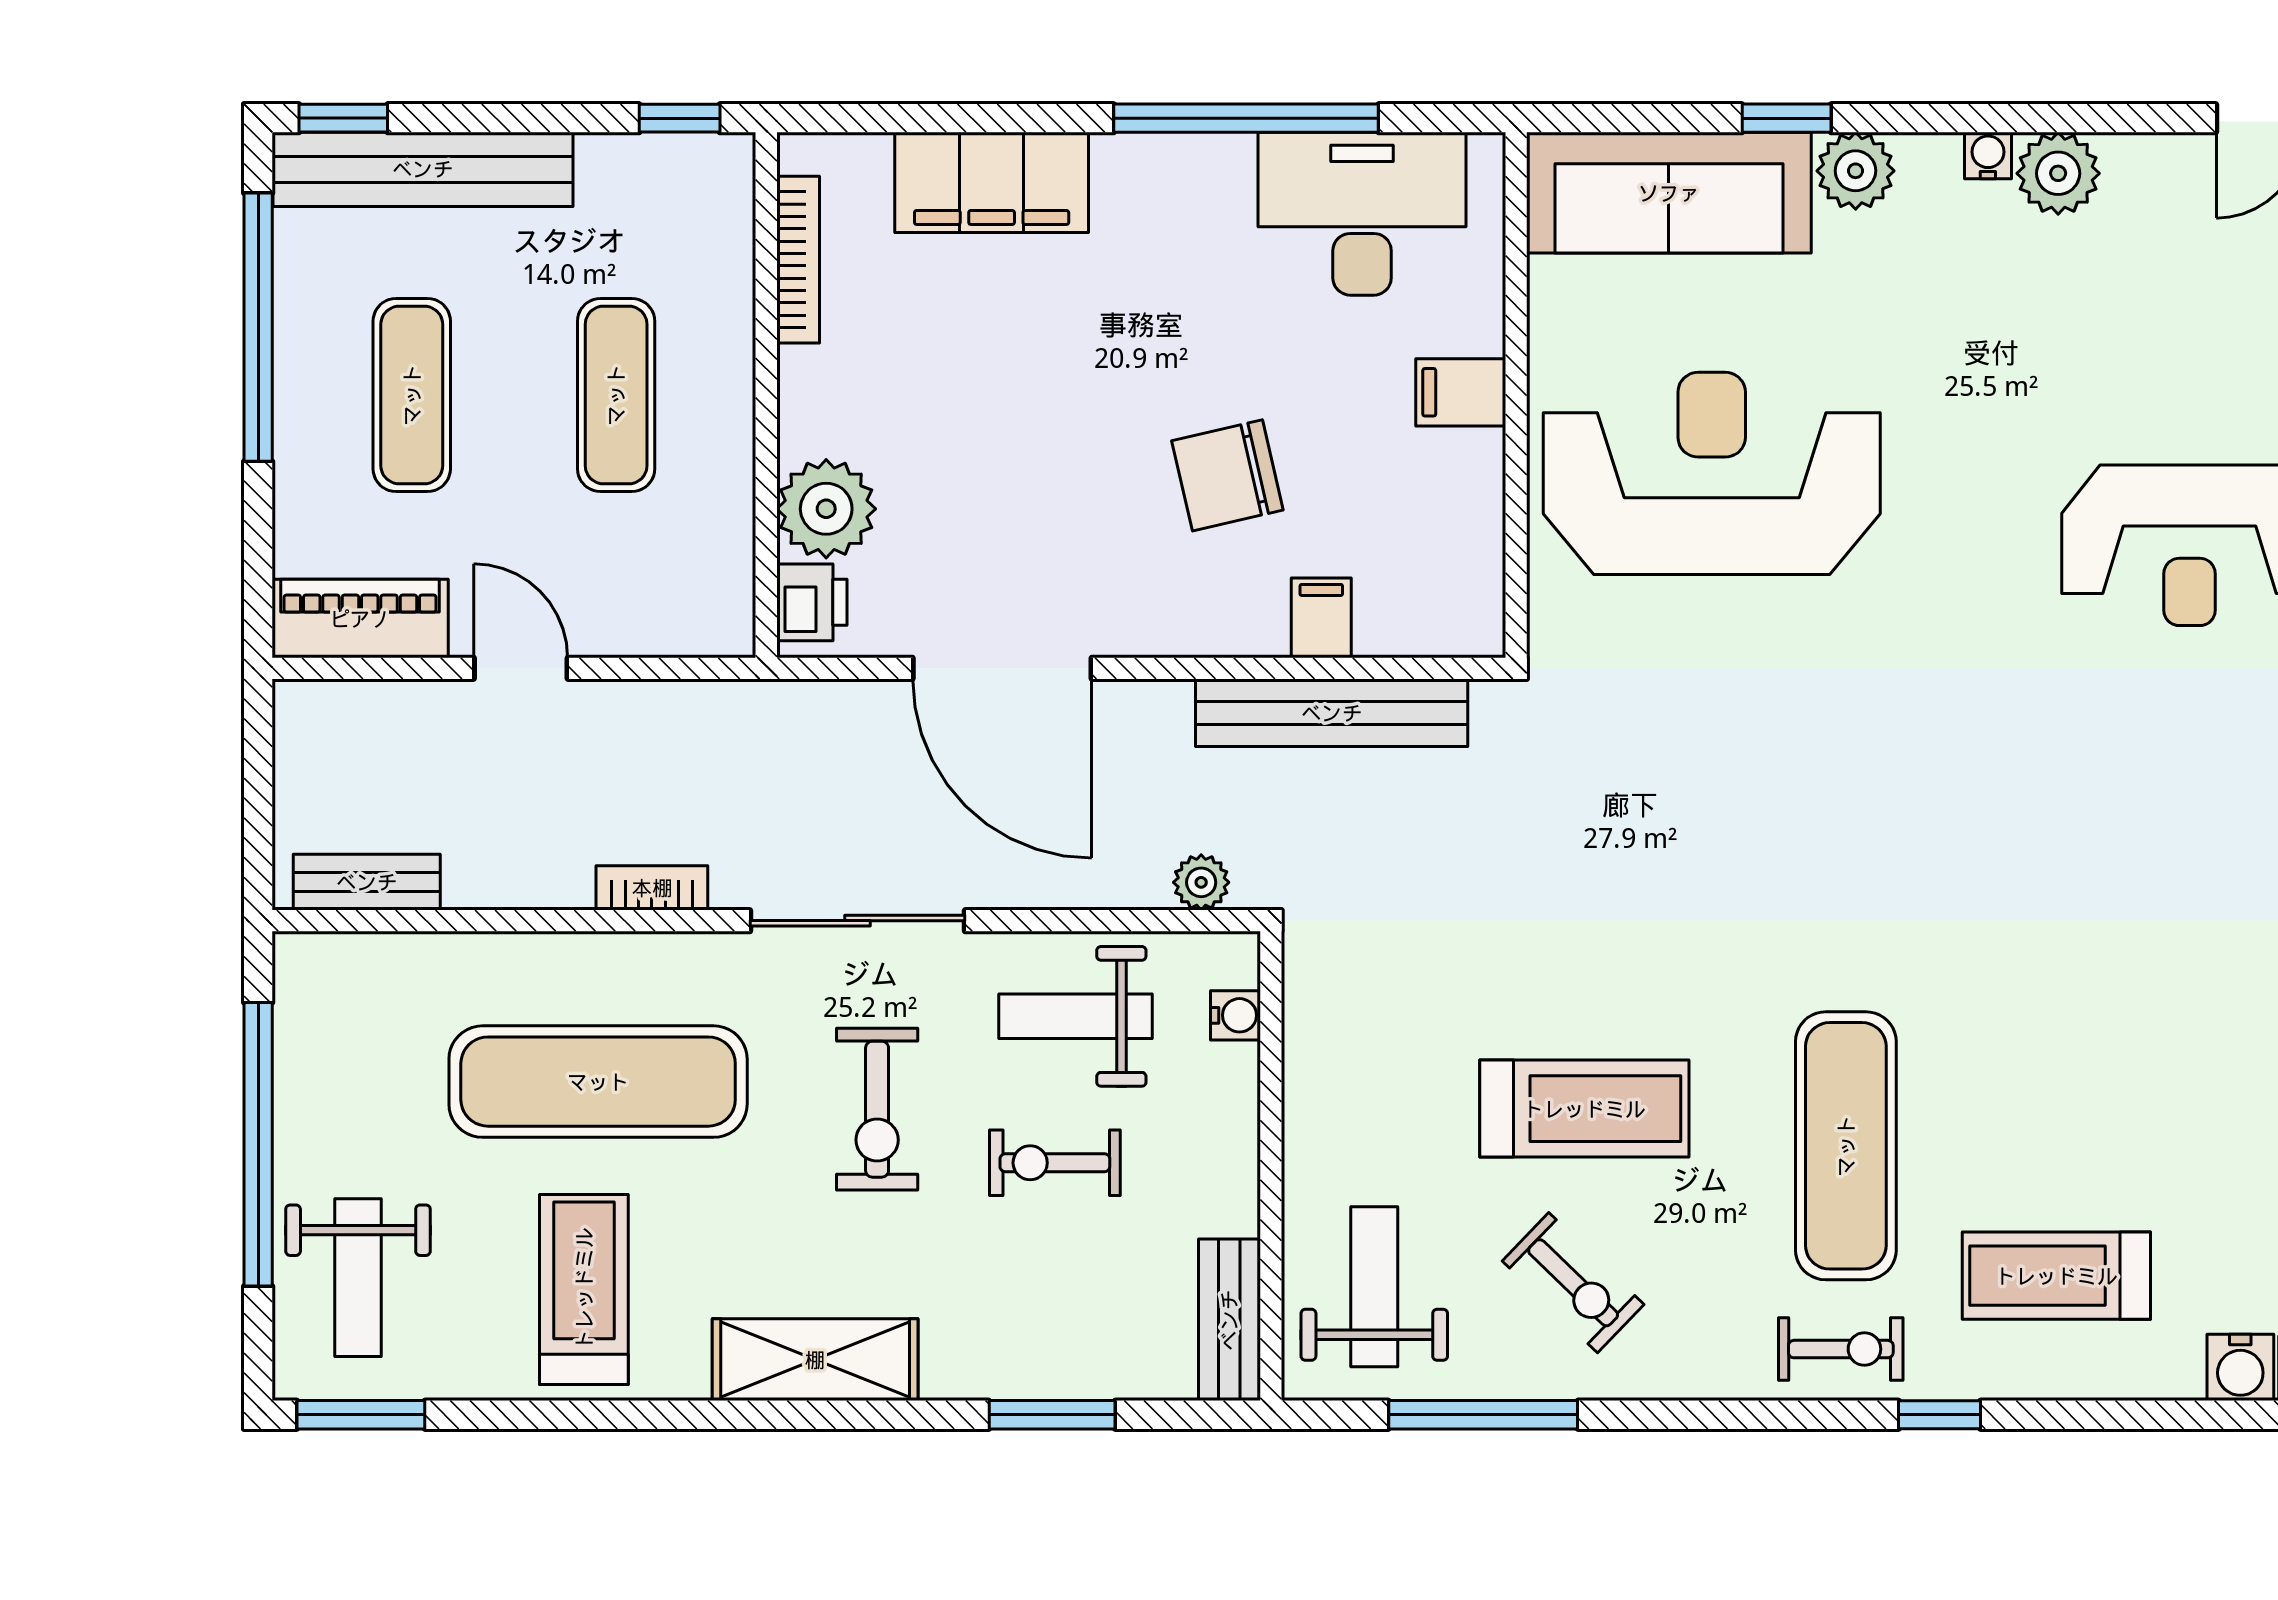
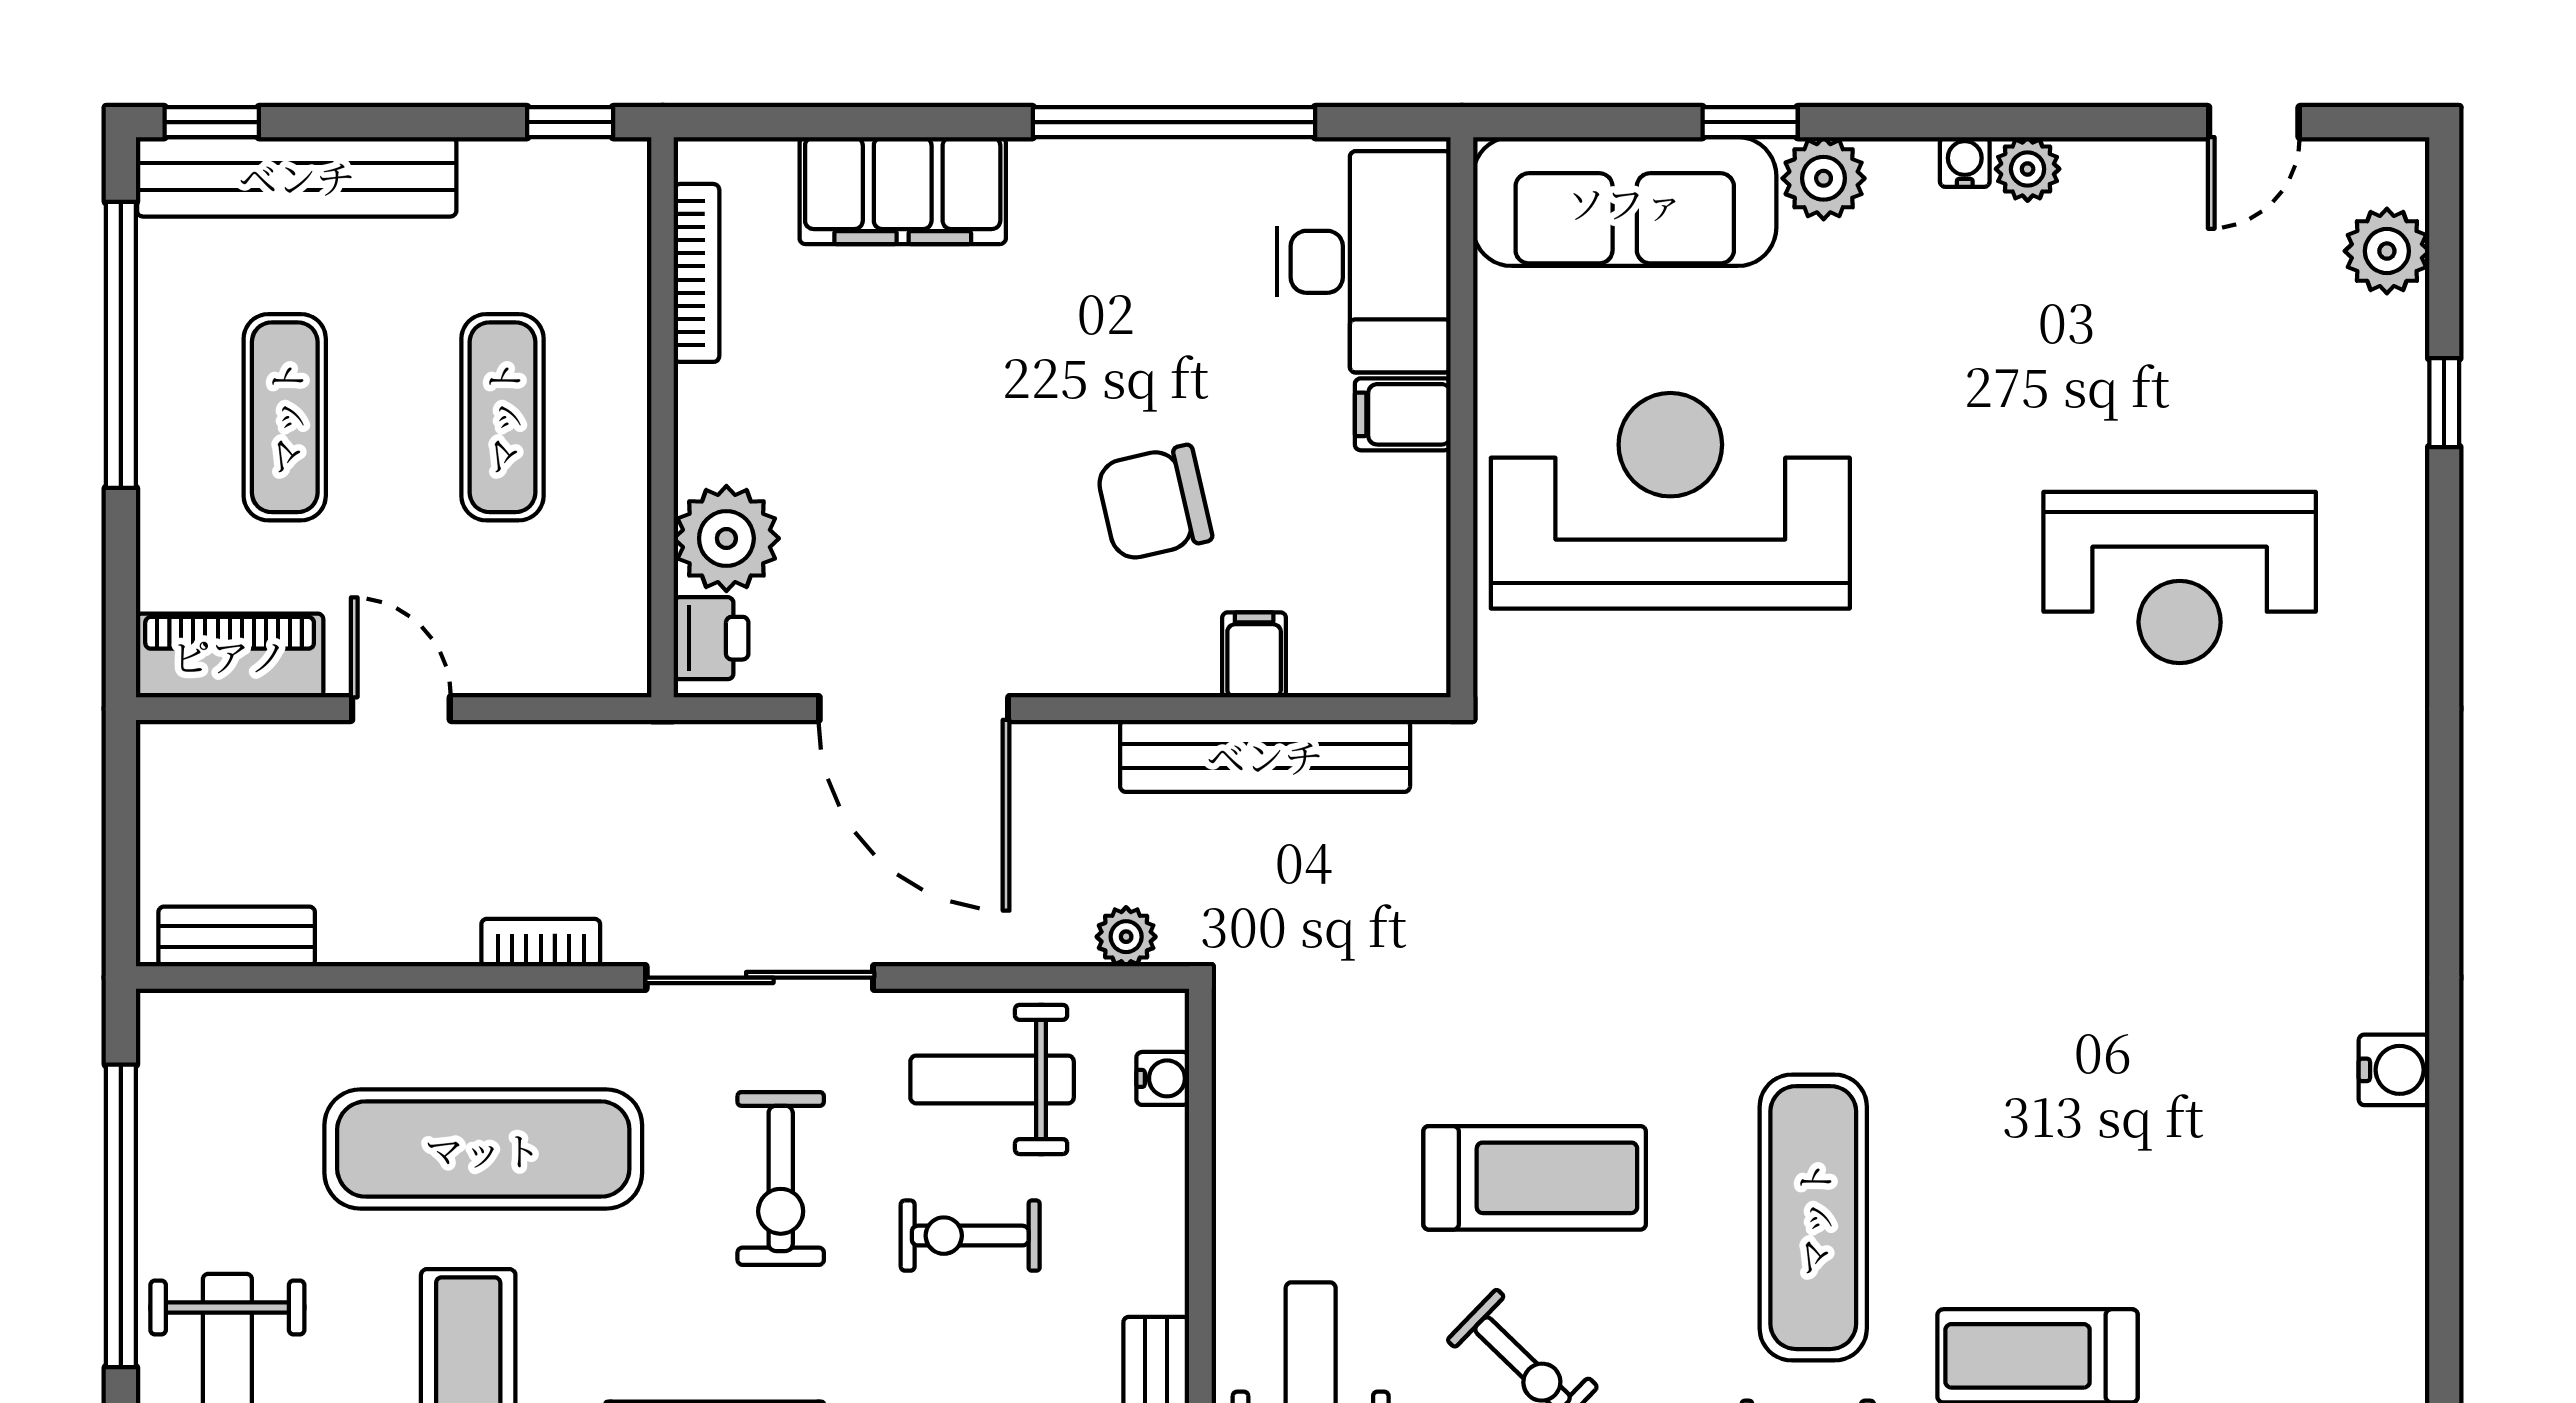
plant: (2058, 173) -> (2028, 169), width x0.73, depth x0.73
desk: (1362, 214) -> (1364, 262), moved, turned 90

